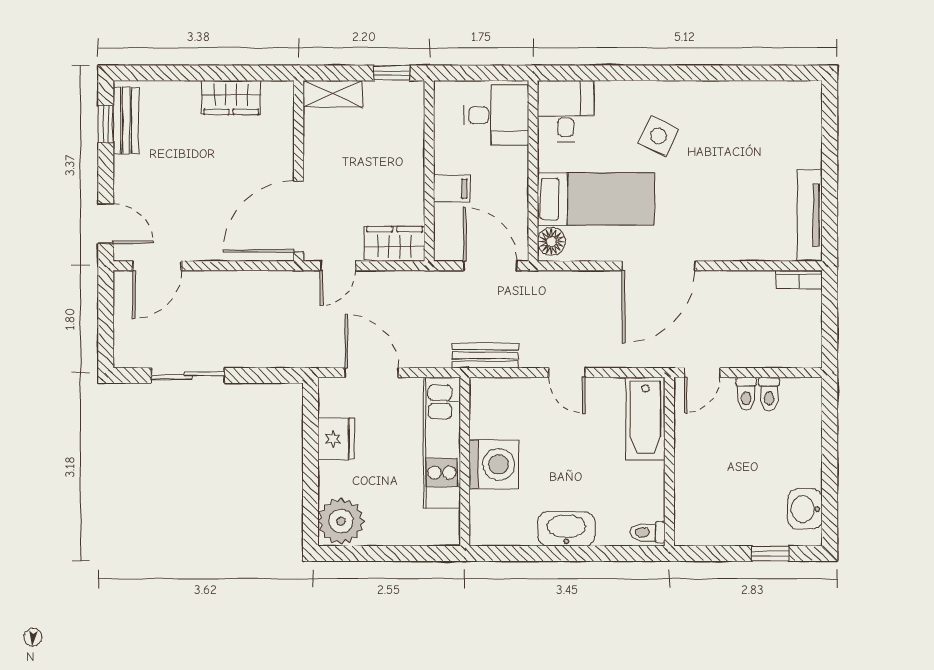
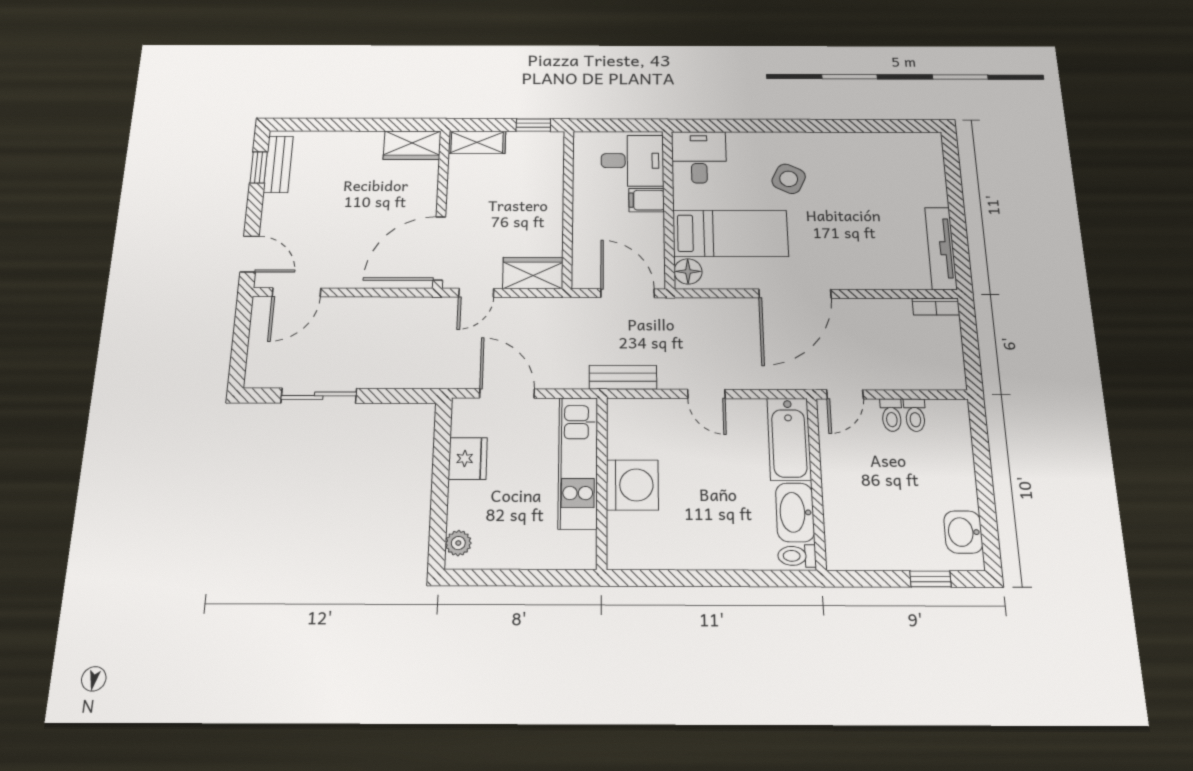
wardrobe: (231, 97) -> (412, 145), moved
filing cabinet: (452, 189) -> (647, 200), moved, turned 180
plant: (341, 521) -> (458, 543), width x0.53, depth x0.53
washbasin: (566, 529) -> (795, 512), moved, turned -90

